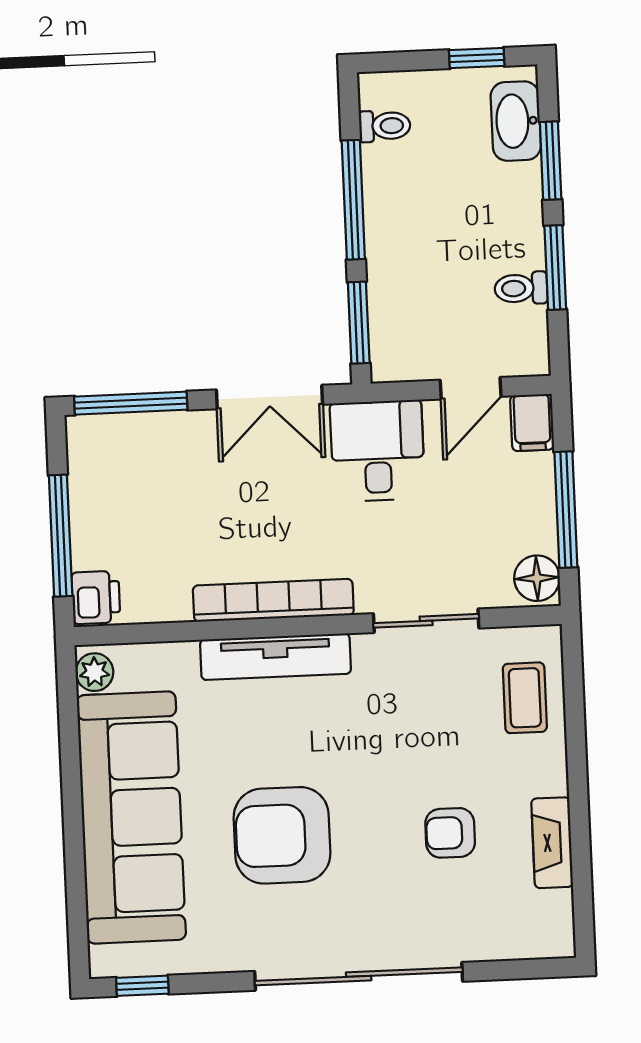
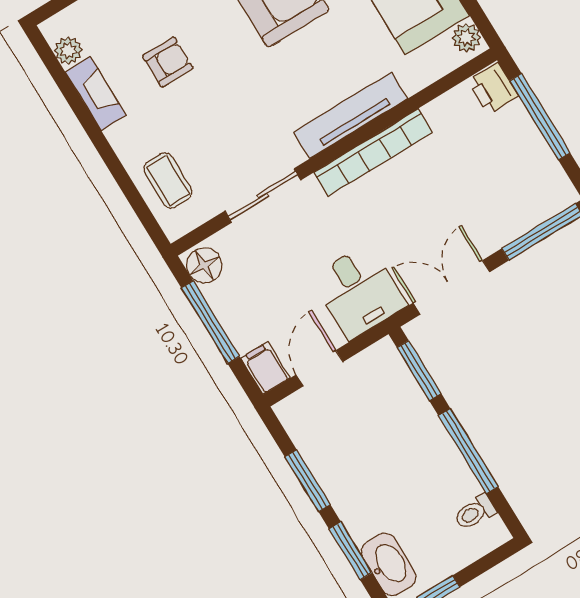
toilet: (521, 288) -> (323, 454), removed
plant: (556, 909) -> (68, 50), added

